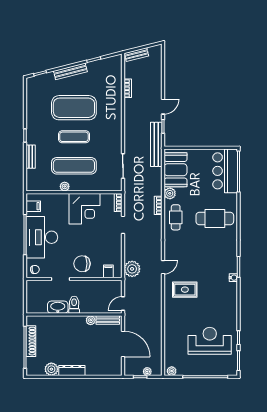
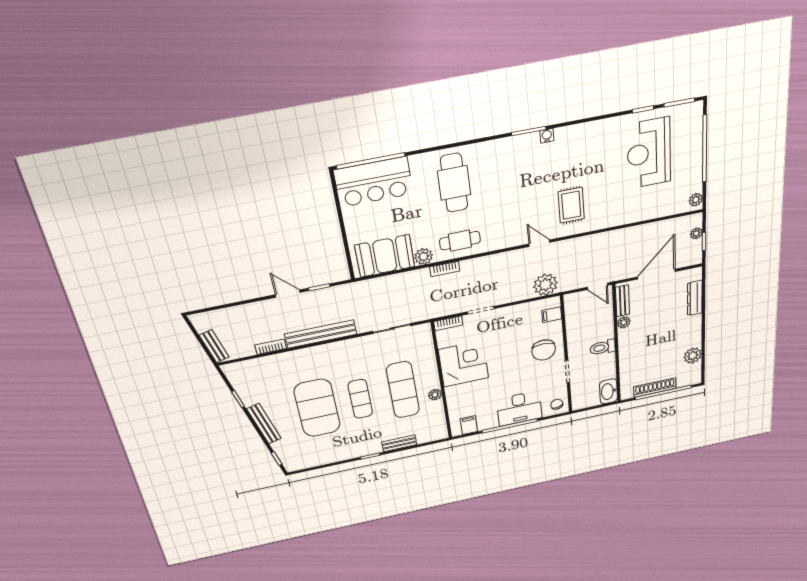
bench: (156, 144) -> (321, 334), moved
desk: (42, 237) -> (519, 408), width x0.73, depth x0.77
washbasin: (58, 307) -> (609, 391), moved
dresser: (72, 371) -> (695, 298), moved

